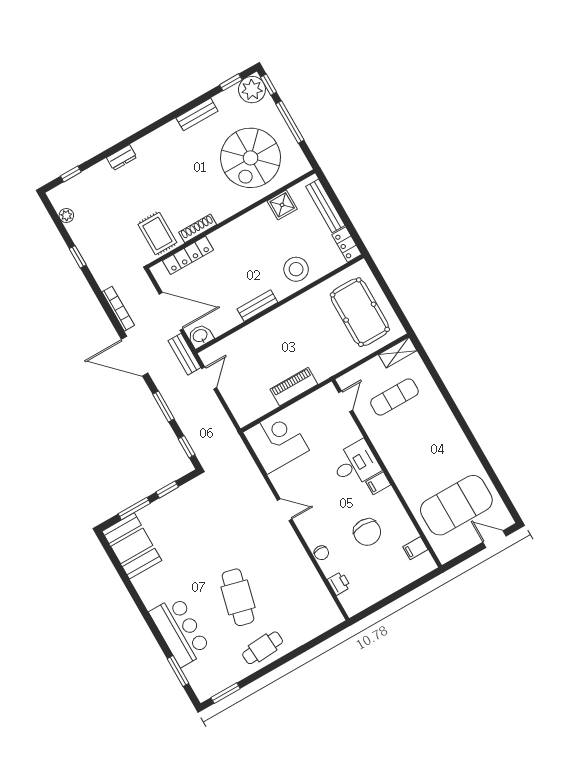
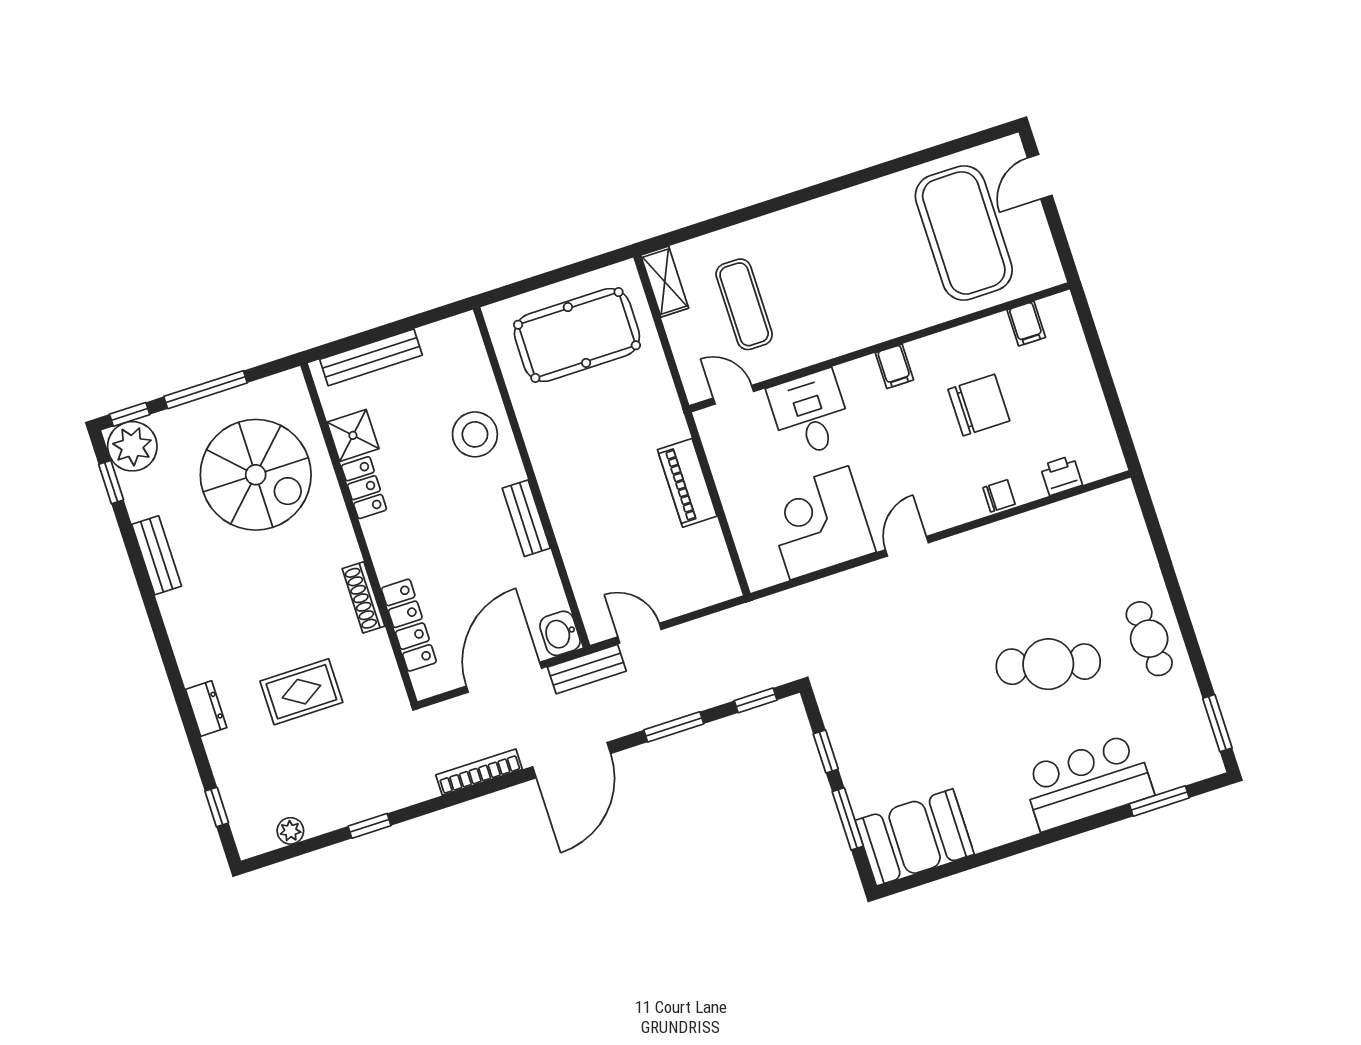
rug: (157, 234) -> (301, 692), moved
locker: (347, 245) -> (364, 488), moved, turned -90
corner desk: (276, 441) -> (819, 523), moved
desk: (356, 464) -> (810, 414), moved

